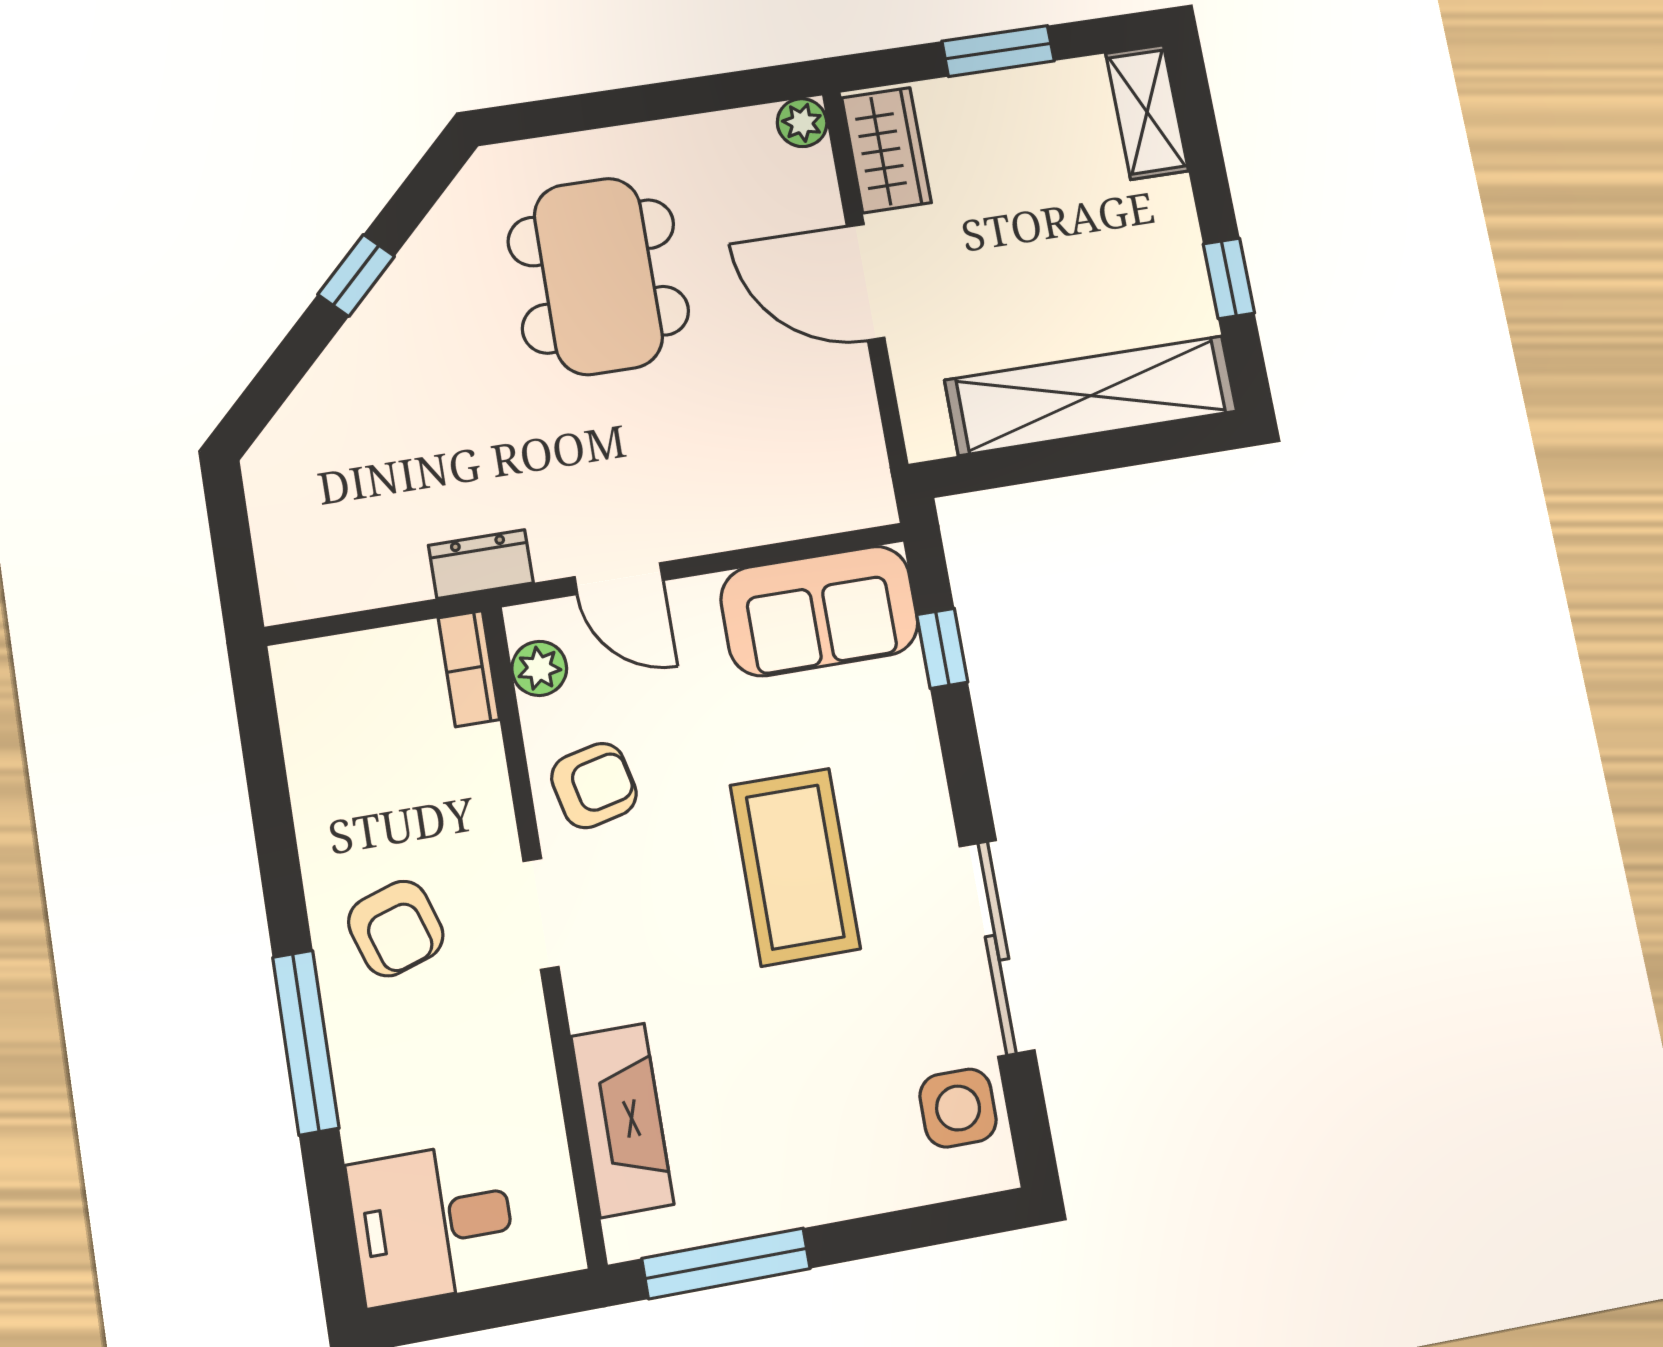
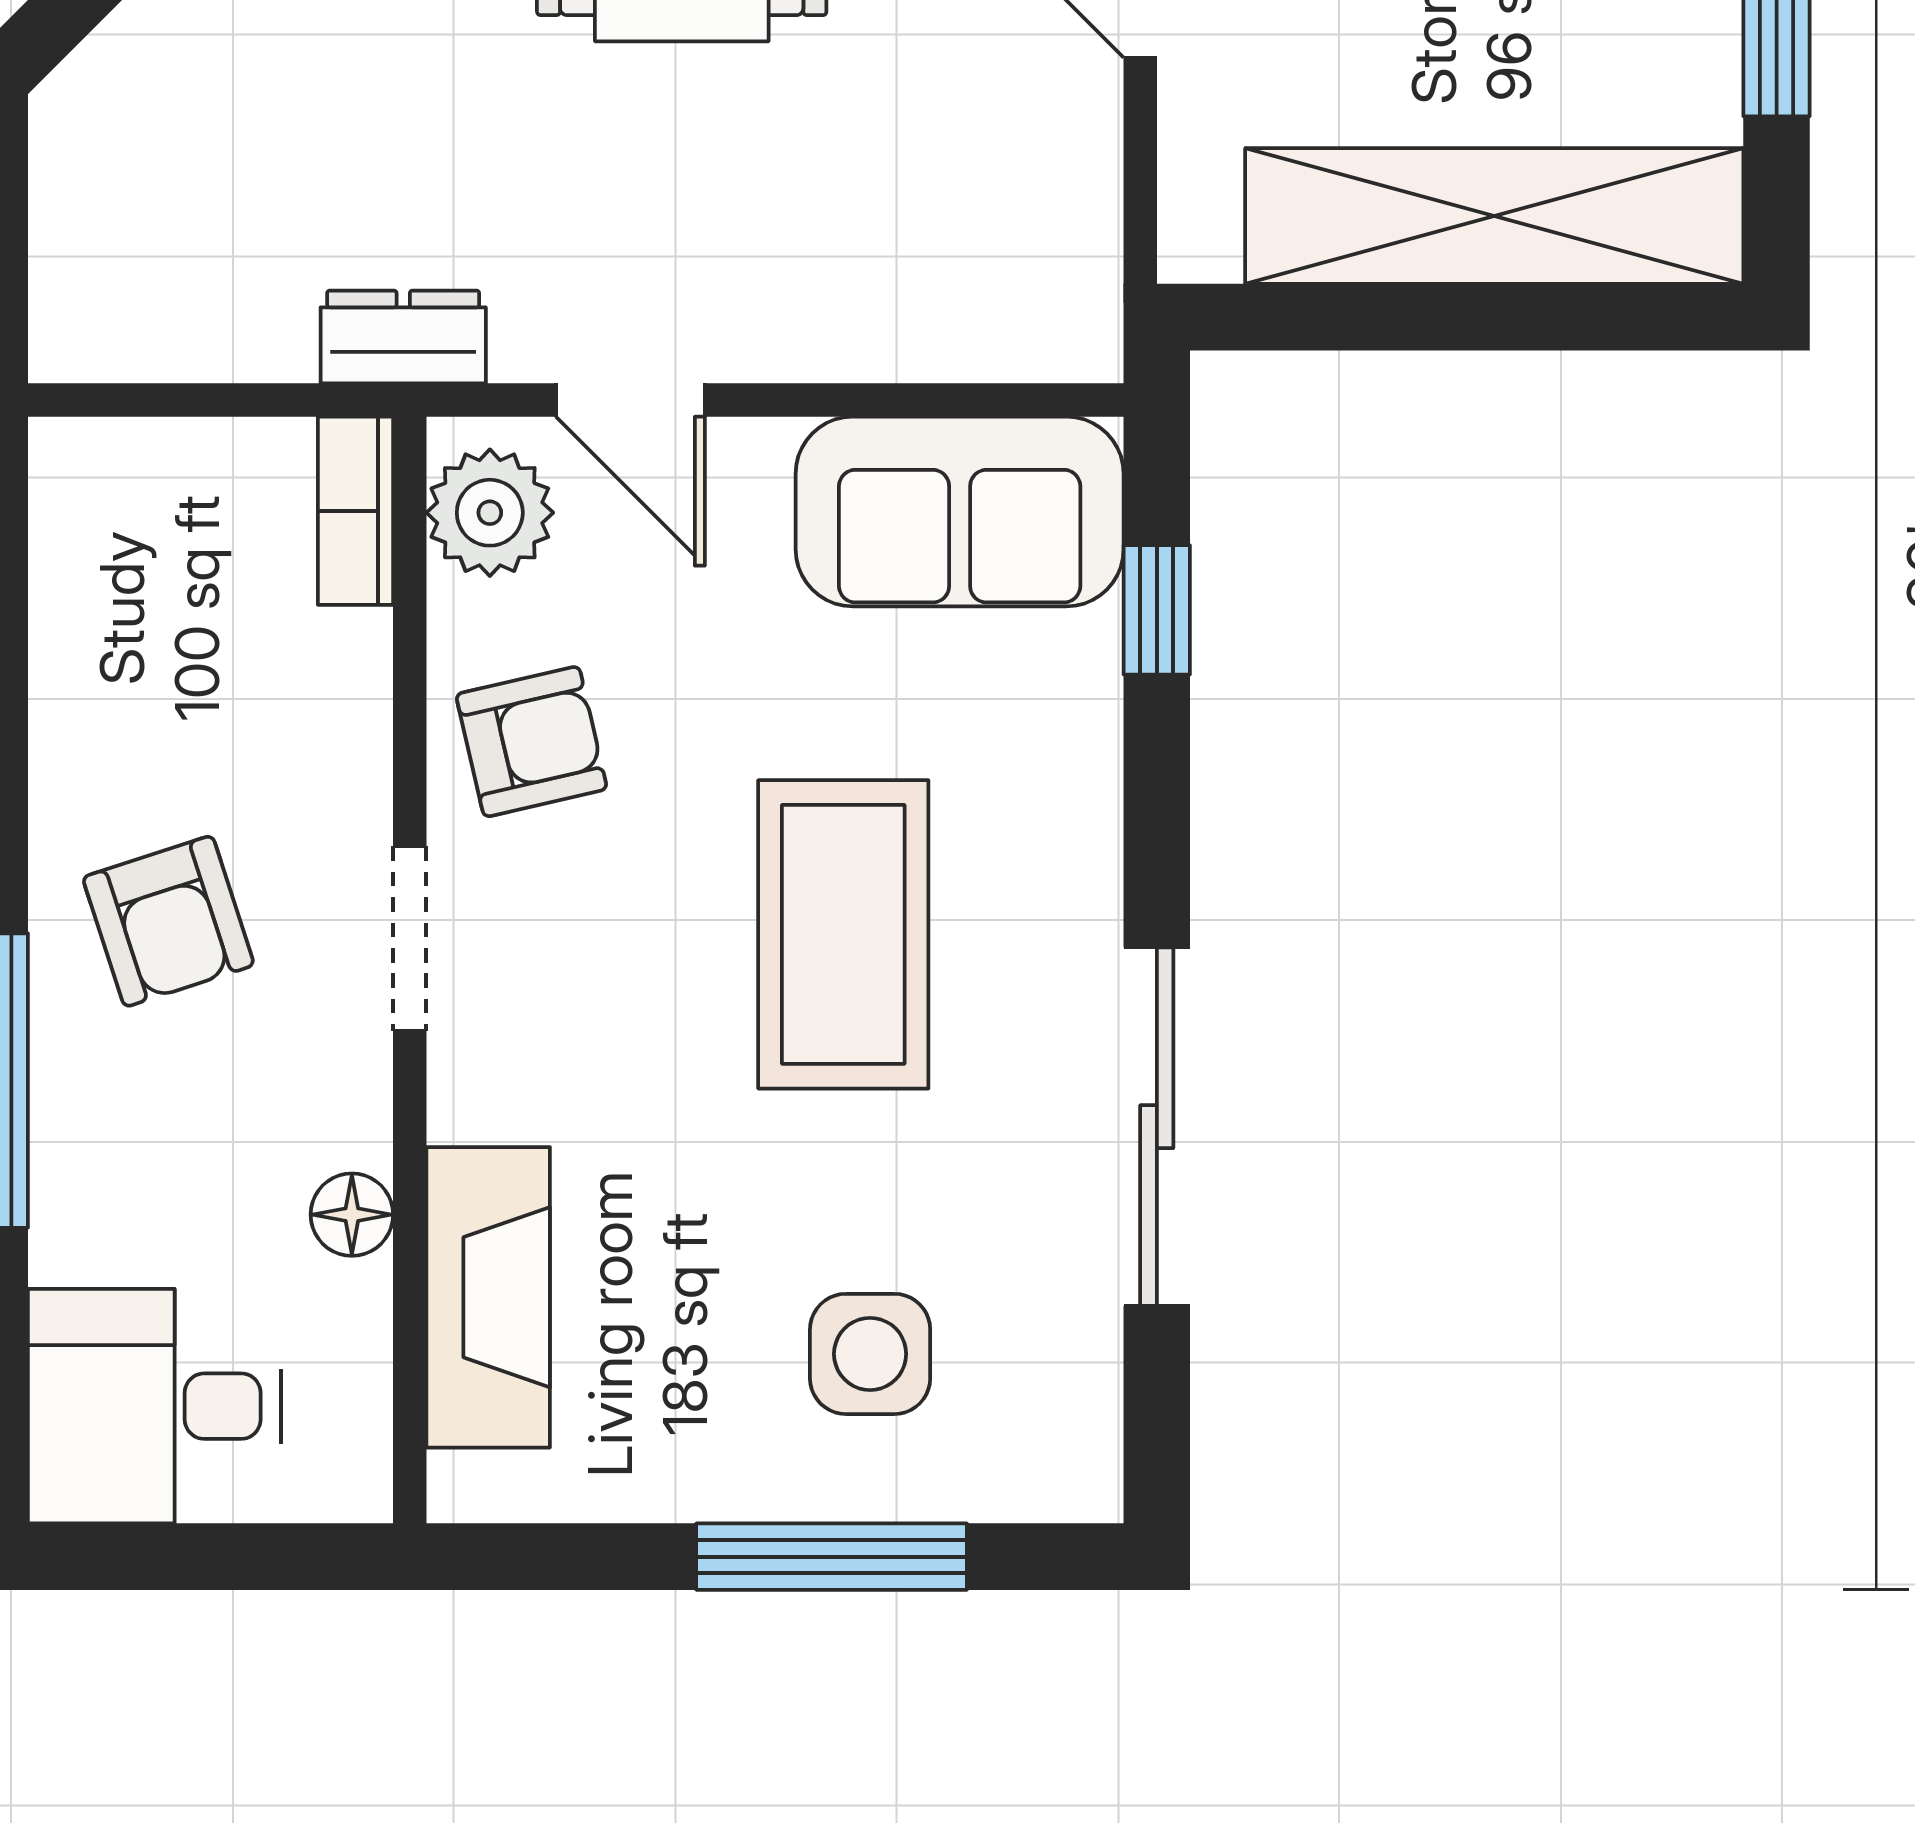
plant: (539, 668) -> (490, 513), width x1.38, depth x1.38
floor lamp: (533, 1085) -> (352, 1215), added
side table: (958, 1108) -> (870, 1354), moved
window: (726, 1263) -> (832, 1557), moved

